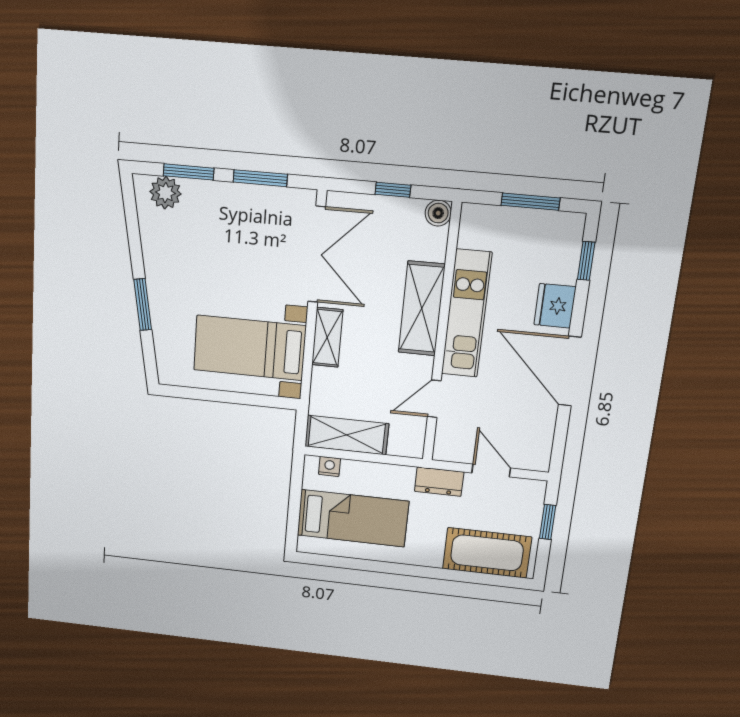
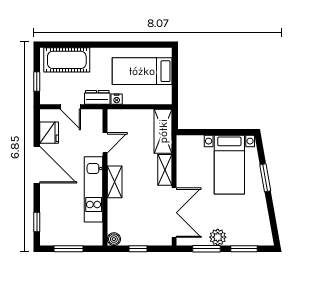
plant: (165, 193) -> (218, 237), moved
double door: (317, 254) -> (174, 213), swing flipped
fridge: (555, 306) -> (49, 133), moved
shelving: (422, 308) -> (115, 182), width x0.67, depth x0.75
bed with nightstands: (250, 348) -> (229, 165), moved, turned 90
shelving: (347, 435) -> (163, 131), moved, turned 90
nightstand: (329, 466) -> (117, 99), moved

